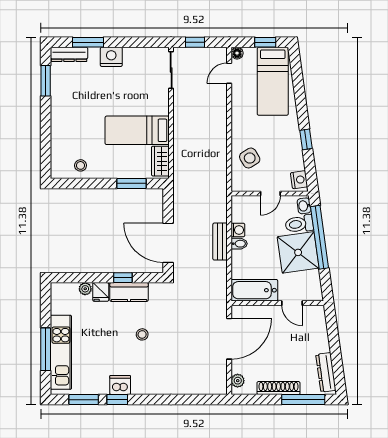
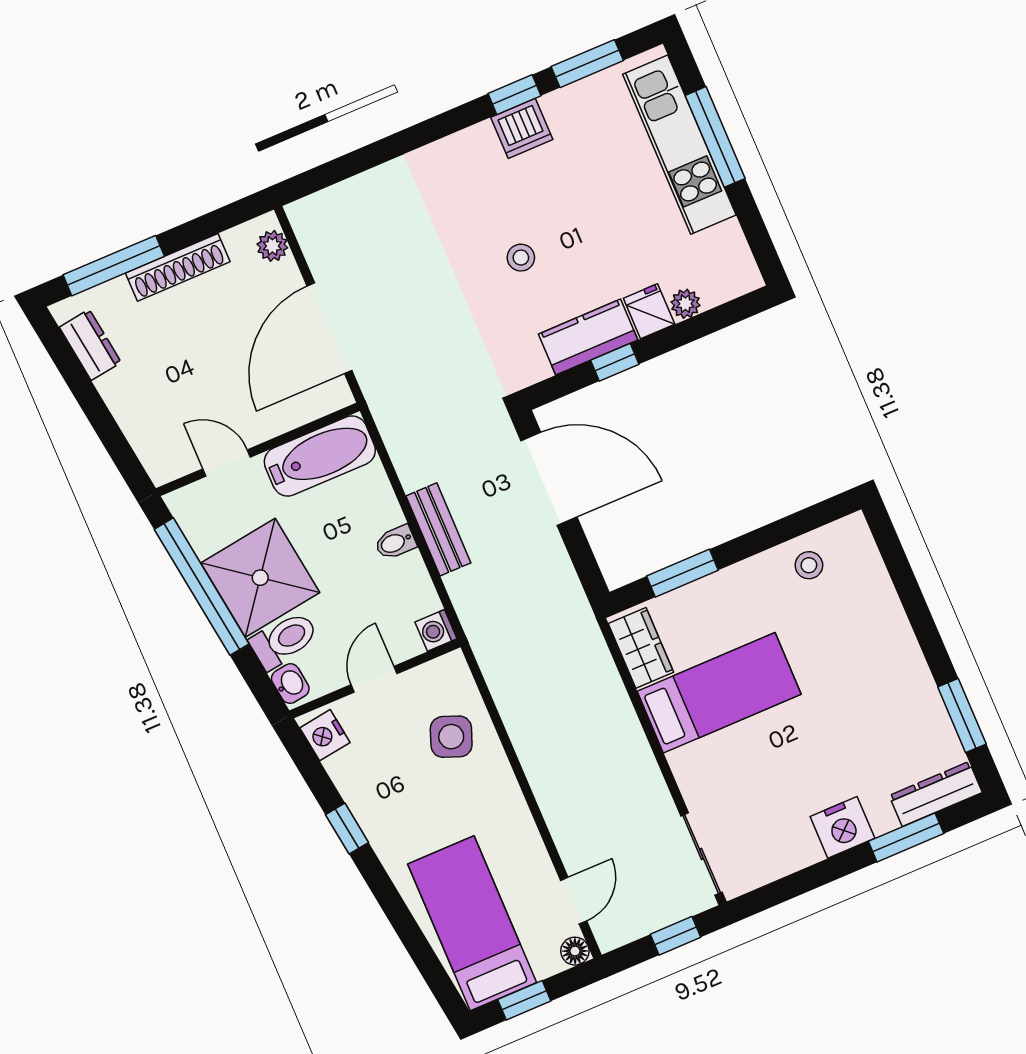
side table: (250, 158) -> (451, 737), turned -38
washing machine: (238, 230) -> (436, 630), moved
window: (320, 237) -> (202, 587), moved
dresser: (326, 372) -> (90, 345), width x0.70

